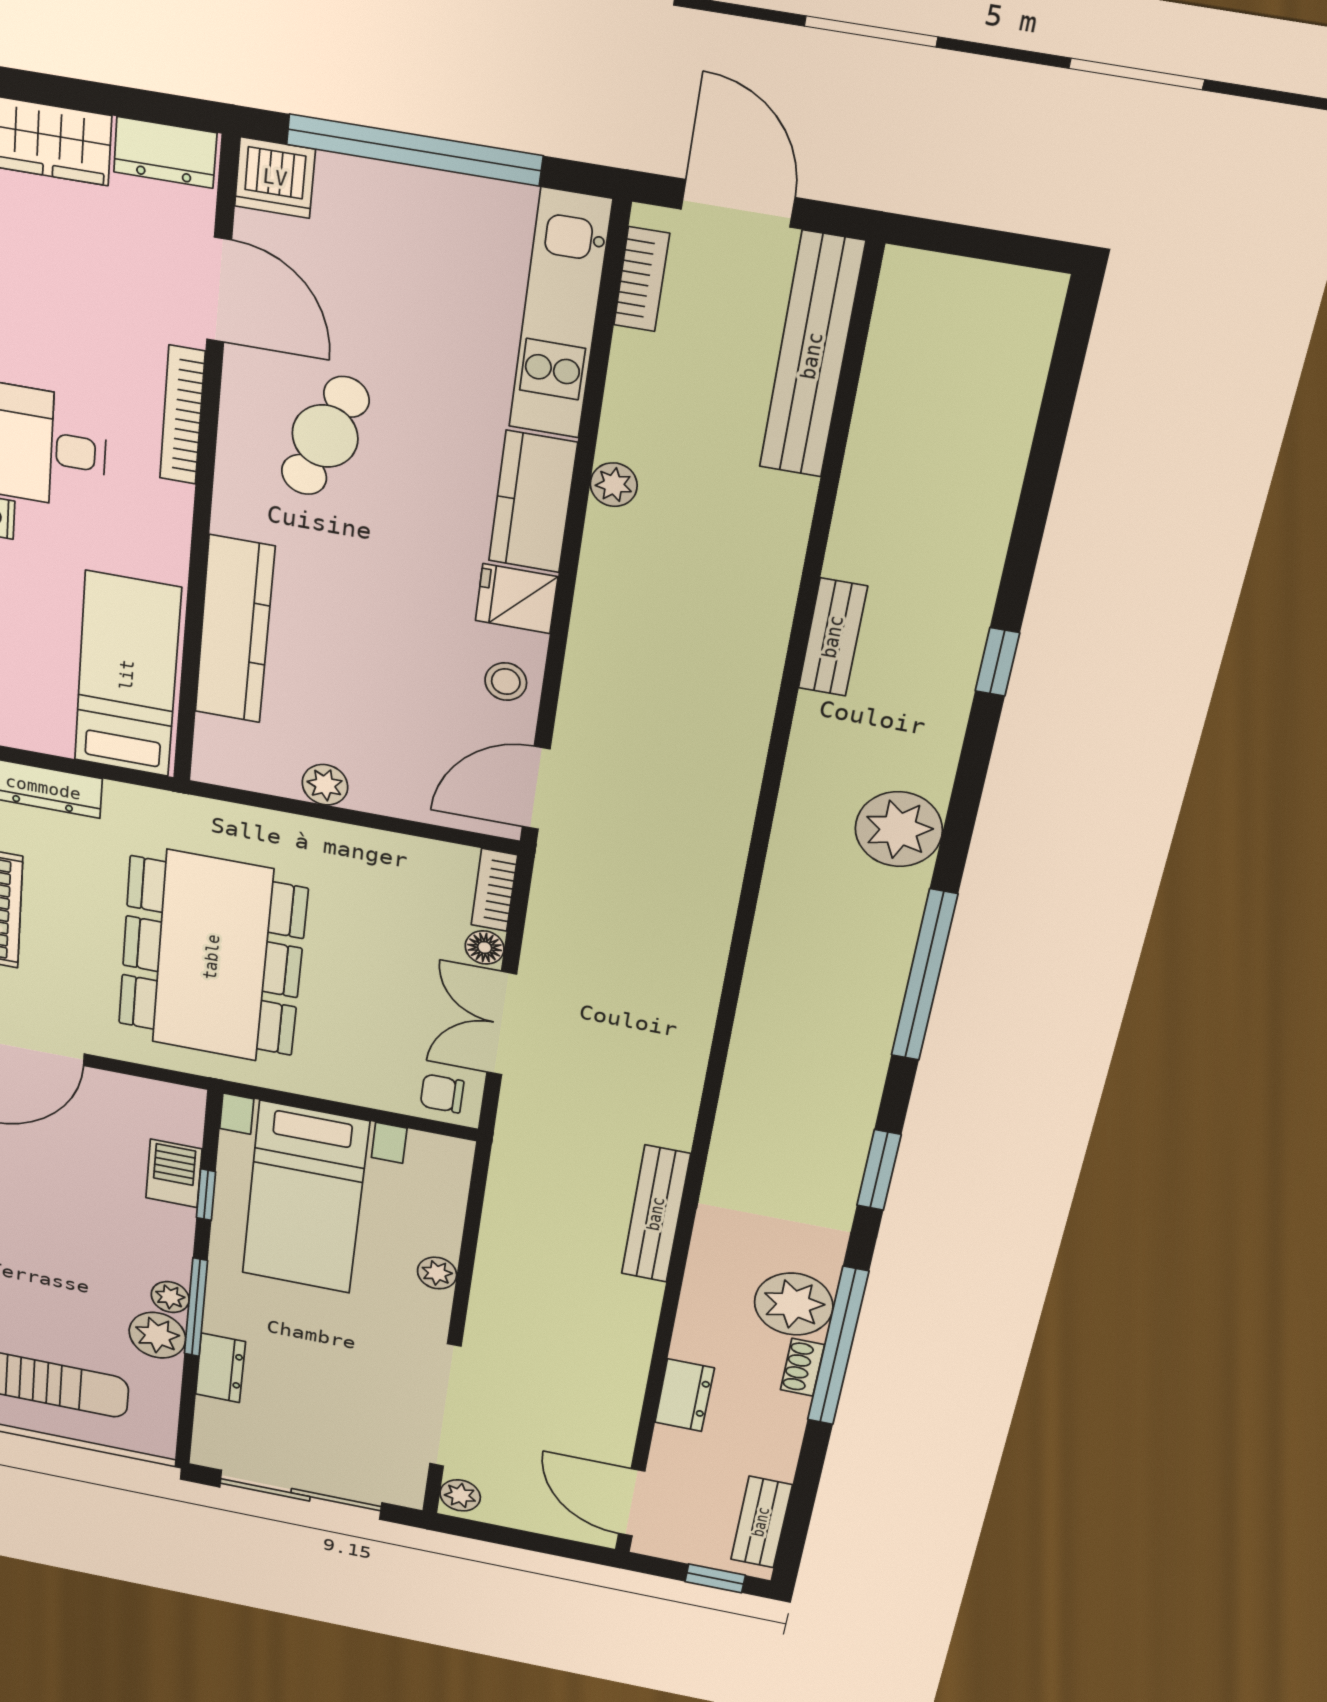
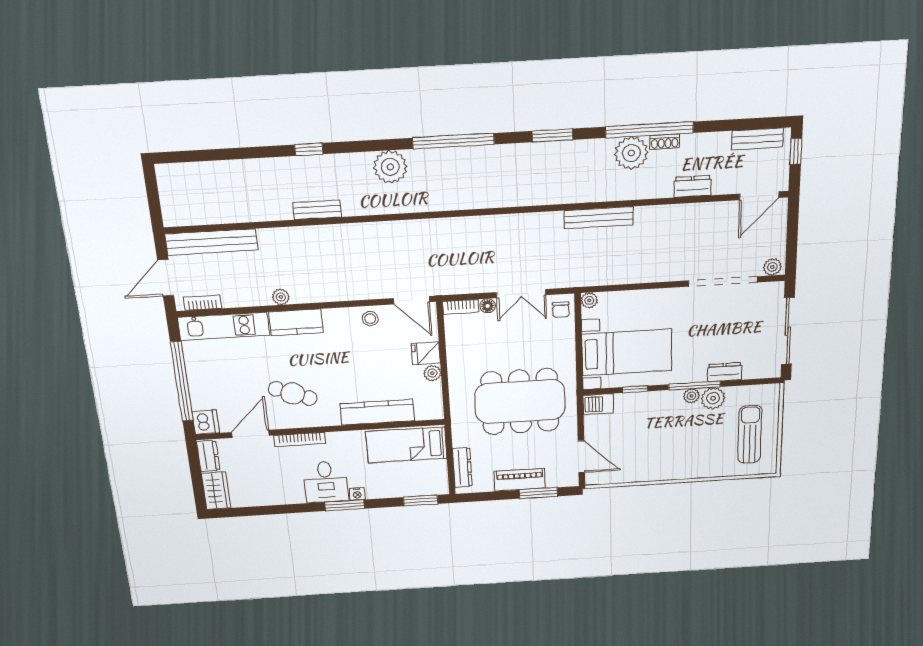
fridge: (517, 599) -> (426, 353), moved, turned 90
barbecue: (174, 1173) -> (598, 404), moved
plant: (437, 1273) -> (589, 300), moved

